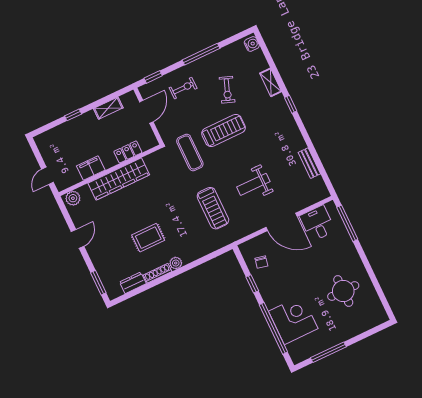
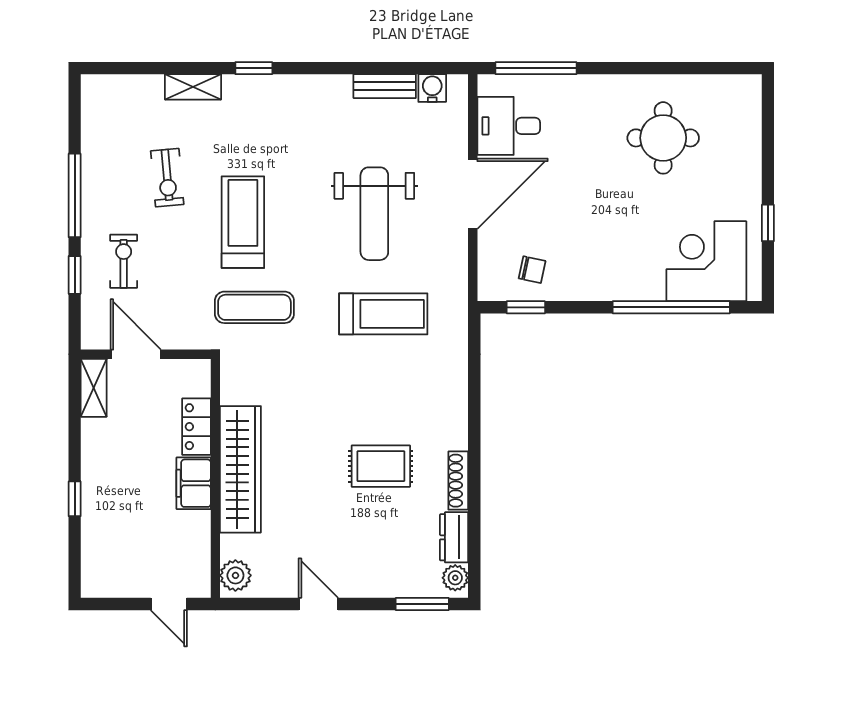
water cooler: (252, 44) -> (432, 88), moved
window: (153, 77) -> (75, 275), moved
exercise bike: (227, 90) -> (167, 178), turned 65
shelving: (108, 108) -> (94, 388), moved
filing cabinet: (91, 168) -> (194, 483), moved
weight bench: (253, 184) -> (374, 214), width x1.36, depth x1.33
rug: (148, 238) -> (381, 466), turned 90
plant: (176, 263) -> (455, 578), moved
window: (252, 284) -> (526, 307), moved
corner desk: (293, 320) -> (706, 261), moved
window: (328, 352) -> (768, 223), width x0.46

